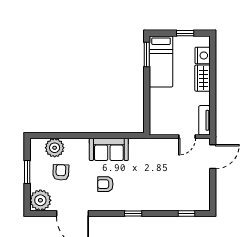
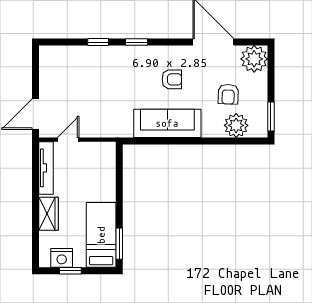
nightstand: (203, 55) -> (62, 258), moved, turned -90
tv unit: (205, 120) -> (46, 168), width x1.41
sofa: (109, 149) -> (167, 123), width x1.36
window: (27, 172) -> (271, 116), moved
window: (187, 214) -> (98, 42), moved

